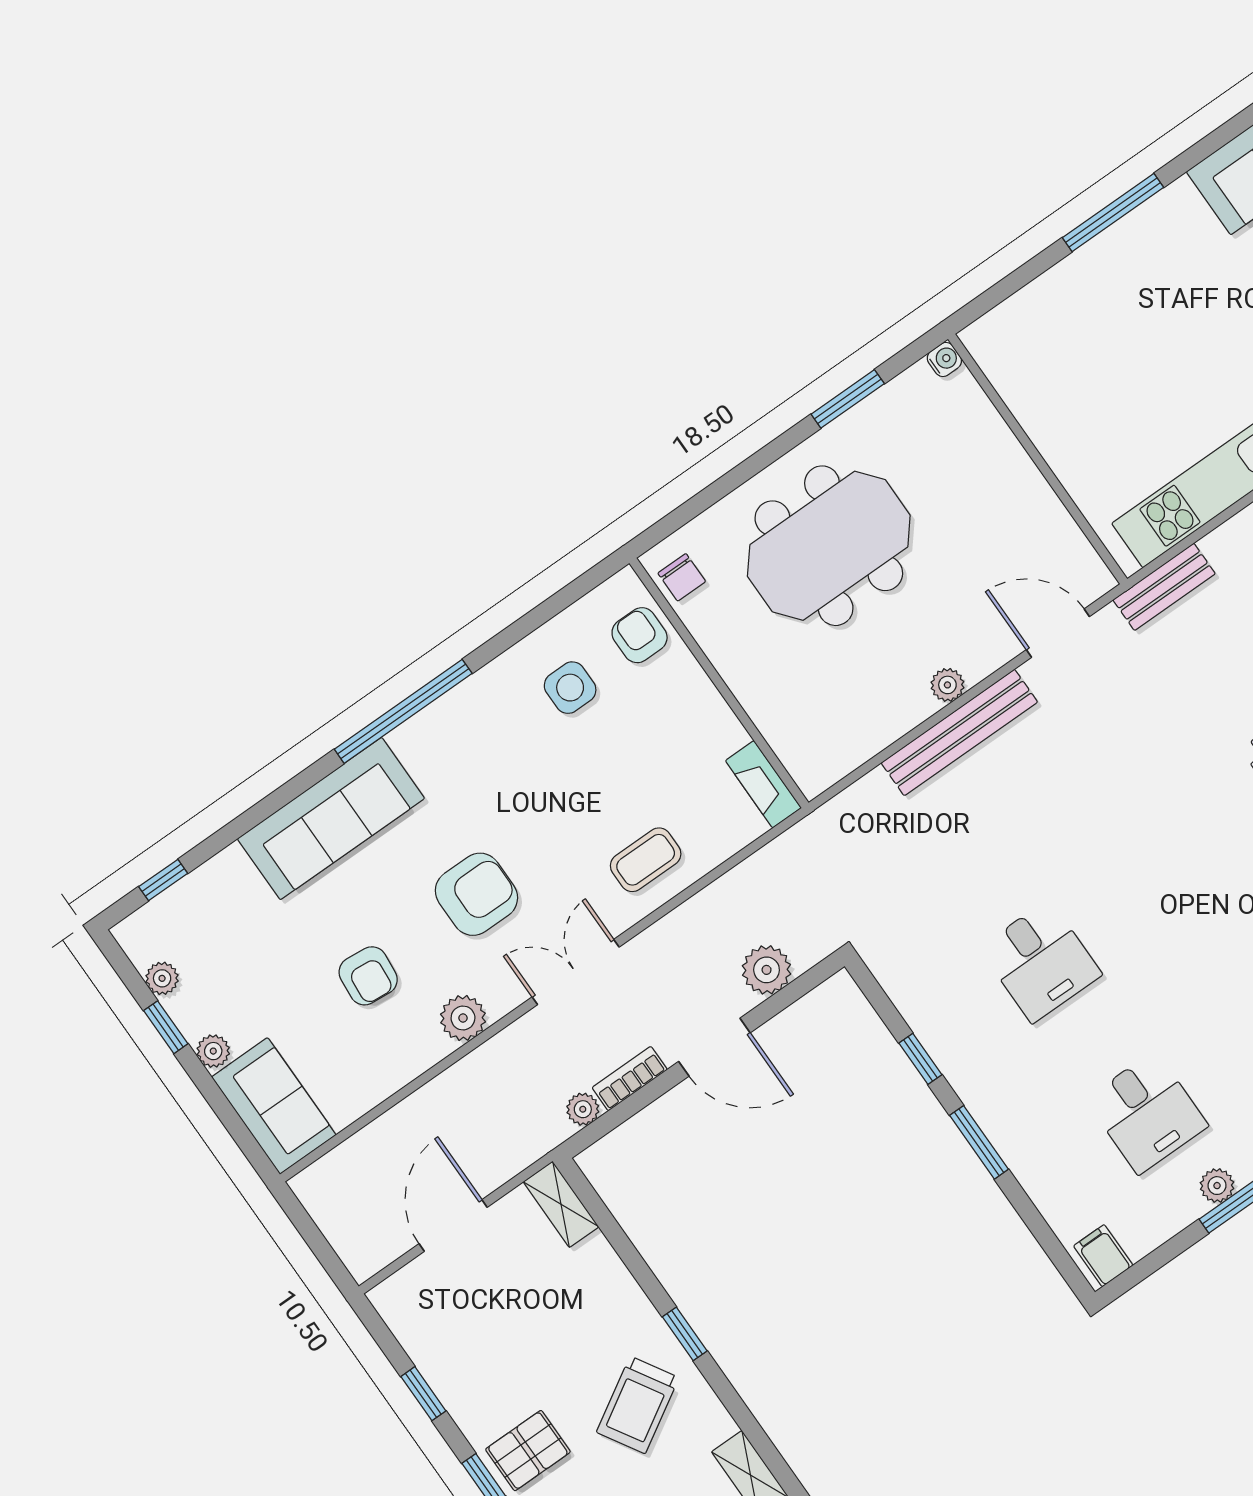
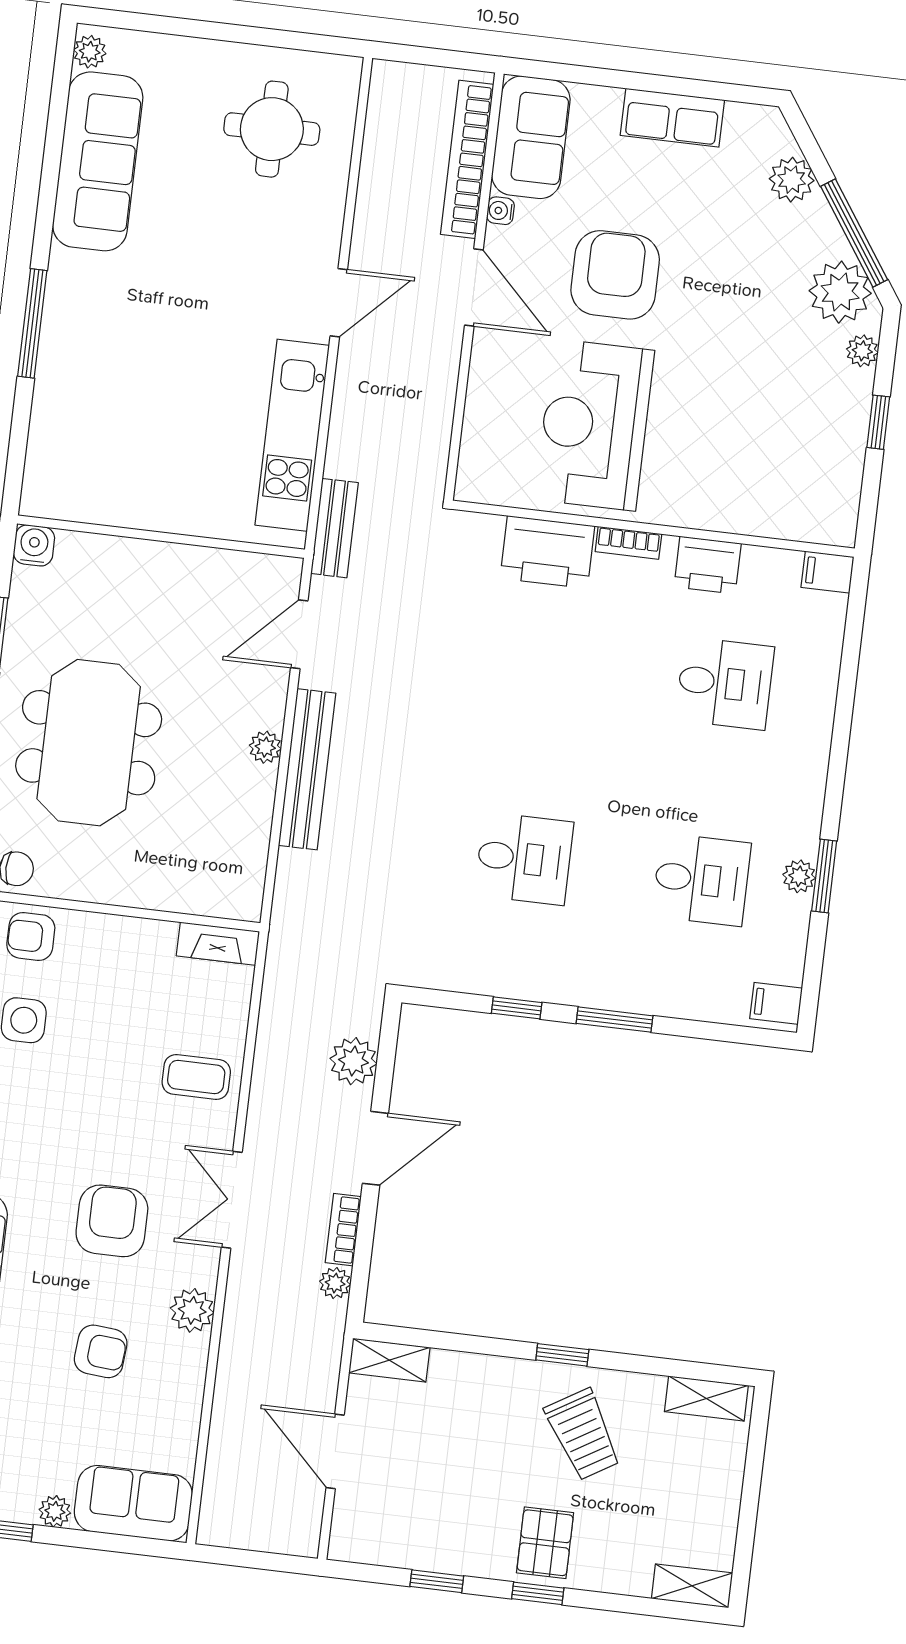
water cooler: (944, 359) -> (34, 545), width x1.38, depth x1.38
coffee table: (646, 860) -> (196, 1077), turned 90

